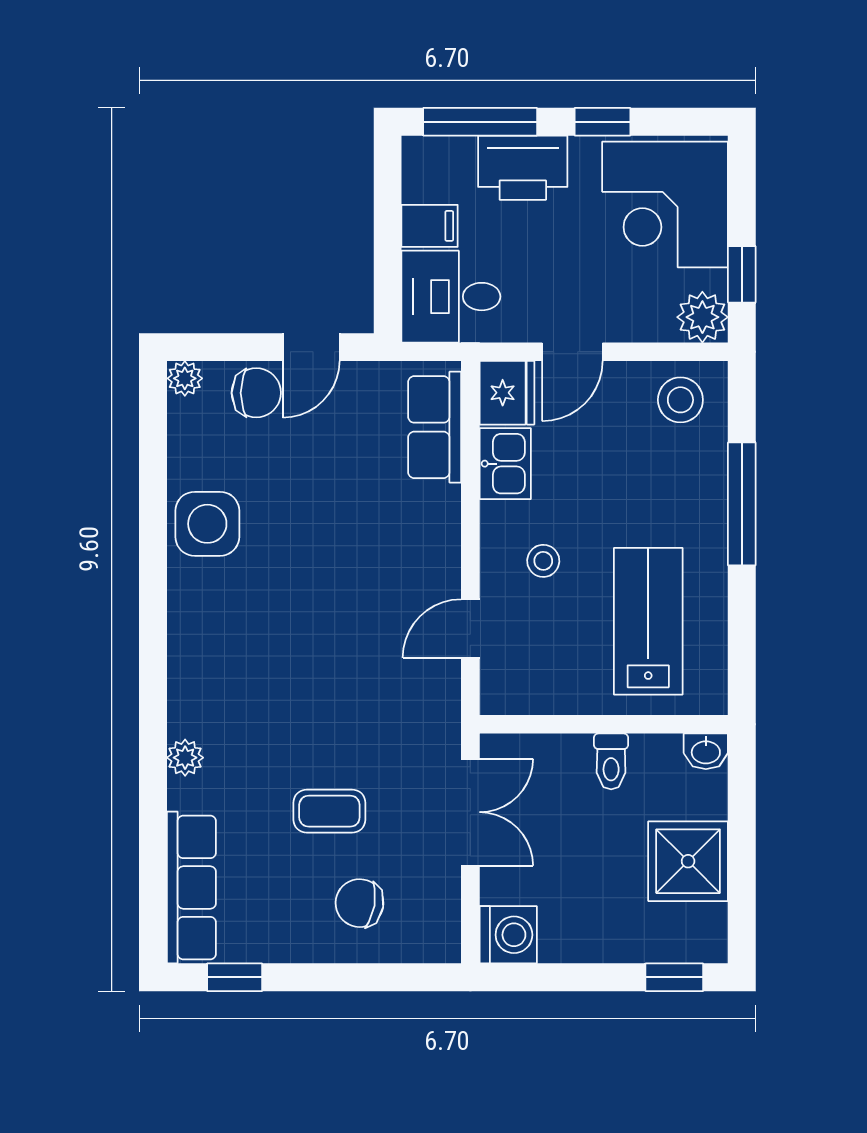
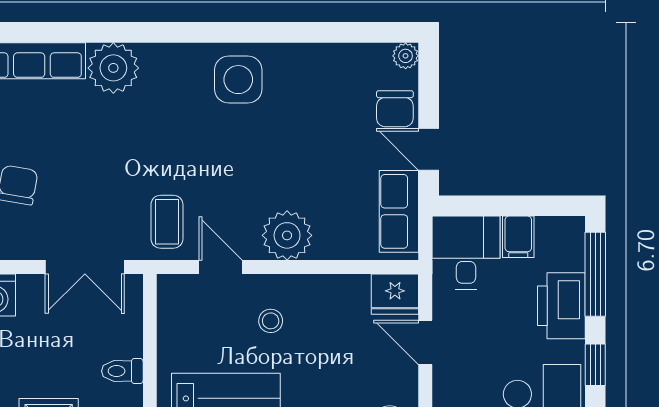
row of seats: (435, 427) -> (399, 211), moved, turned -90
kitchen sink: (505, 464) -> (343, 293), removed
side table: (207, 524) -> (238, 80), moved
plant: (428, 539) -> (287, 235), added
plant: (185, 758) -> (113, 68), width x1.88, depth x1.88
coffee table: (329, 811) -> (167, 222), moved

